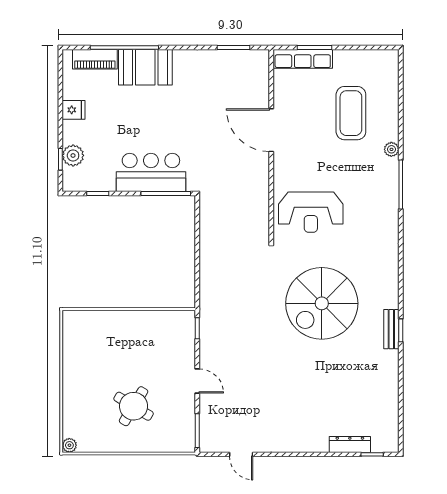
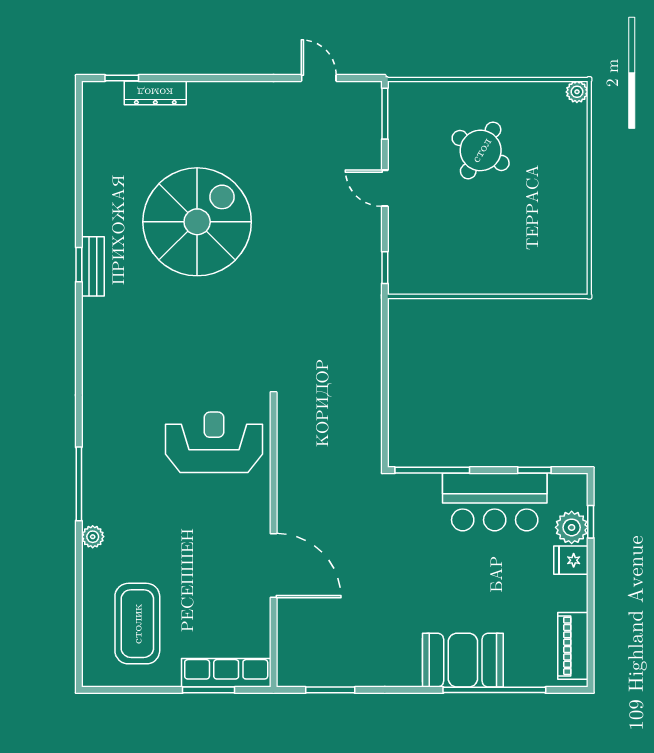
piano: (95, 59) -> (573, 646), moved, turned -90
fridge: (74, 110) -> (571, 560), moved
coffee table: (351, 113) -> (137, 624), moved
bar counter: (151, 172) -> (495, 502), moved
spiral stairs: (322, 303) -> (197, 222), moved

